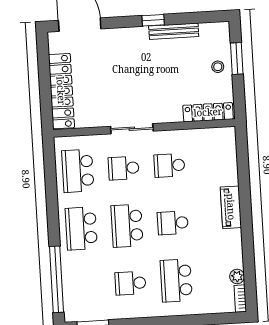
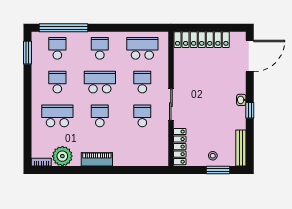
bench: (174, 31) -> (241, 148), moved
washbasin: (140, 33) -> (241, 100), added
sliding door: (132, 129) -> (171, 105), moved
piano: (231, 207) -> (97, 159), moved
school desk: (81, 228) -> (100, 48), width x0.54
plant: (237, 276) -> (62, 156), width x1.88, depth x1.88
school desk: (85, 286) -> (57, 48), added

